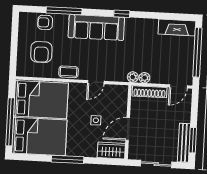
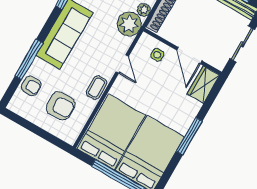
armchair: (45, 22) -> (31, 86), turned -90
plant: (133, 77) -> (129, 24), width x1.87, depth x1.87
side table: (96, 120) -> (157, 55), moved

